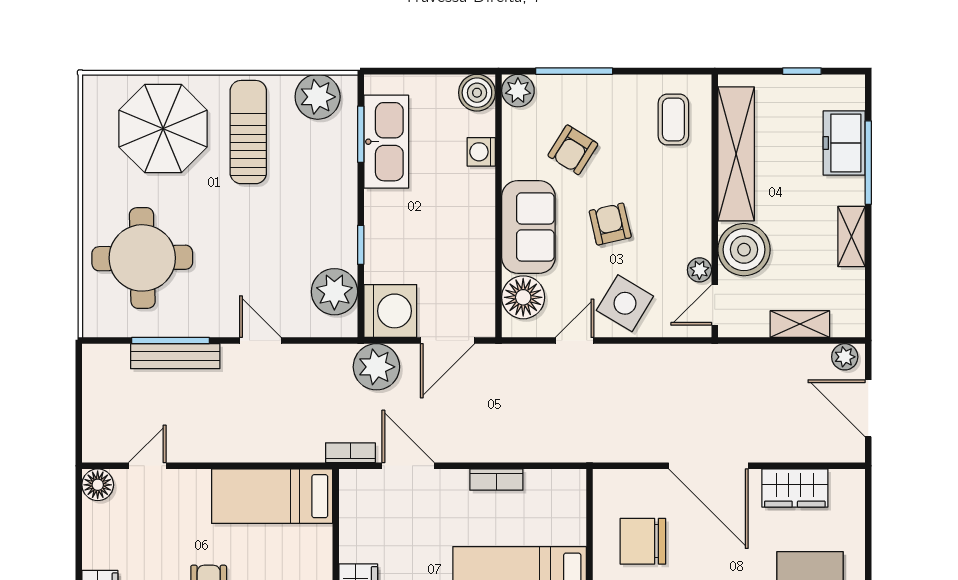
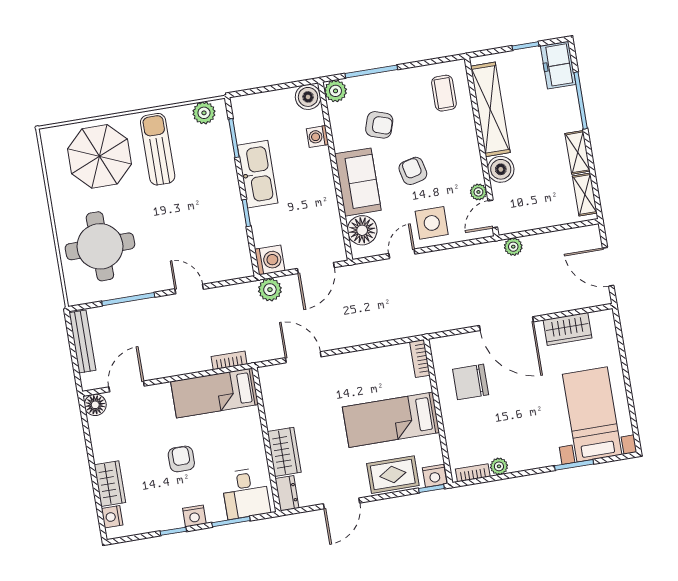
plant: (318, 97) -> (204, 113), width x0.73, depth x0.73
kitchen sink: (386, 142) -> (258, 174), moved
freezer: (844, 143) -> (558, 65), moved
armchair: (573, 150) -> (379, 125), turned -104
boiler: (744, 250) -> (501, 169), width x0.73, depth x0.73
plant: (334, 292) -> (234, 248), removed
side table: (625, 303) -> (432, 223), turned -31
washing machine: (390, 311) -> (270, 260), width x0.73, depth x0.73
shelving: (800, 324) -> (585, 194), moved, turned 90
bench: (175, 356) -> (82, 342), moved, turned 90
plant: (845, 357) -> (513, 247), moved
plant: (376, 367) -> (270, 290), width x0.73, depth x0.73
bookcase: (350, 453) -> (229, 360), moved
door: (147, 466) -> (127, 386), width x1.38
bookcase: (496, 480) -> (420, 359), moved, turned 90

